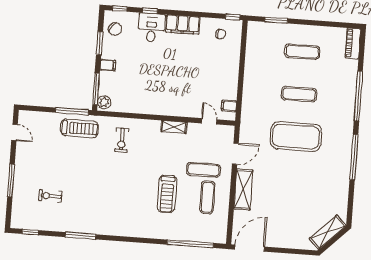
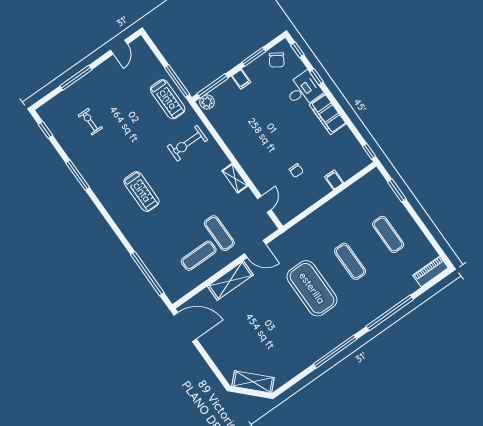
chair: (221, 34) -> (296, 171), moved
filing cabinet: (229, 106) -> (334, 180), moved
exercise bike: (122, 140) -> (187, 143), width x1.38, depth x1.39
treadmill: (167, 194) -> (142, 192), moved, turned -90

